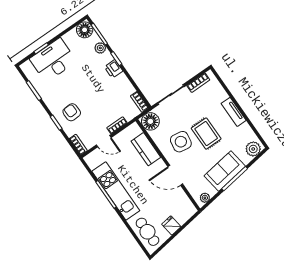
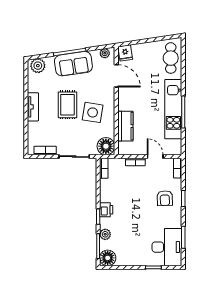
desk: (53, 60) -> (167, 247), moved, turned -90
door: (175, 175) -> (116, 76), moved
fridge: (171, 225) -> (125, 53), moved

